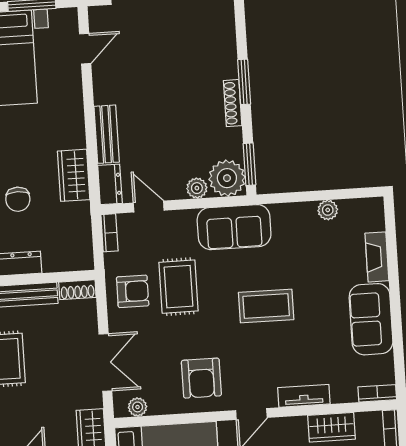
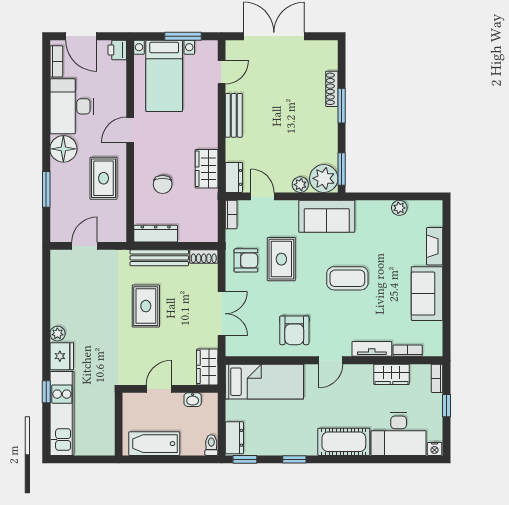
shoe rack: (233, 103) -> (332, 89), moved
bench: (107, 134) -> (234, 115), moved
bookcase: (377, 393) -> (408, 351), moved
plant: (138, 407) -> (244, 349), removed

